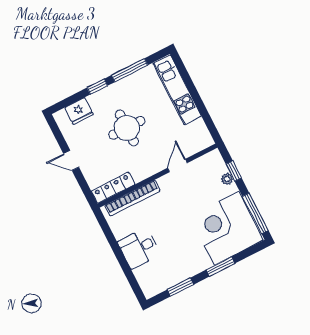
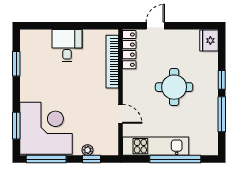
kitchen unit: (177, 90) -> (156, 146), moved
window: (194, 93) -> (175, 159), added
fridge: (79, 111) -> (209, 41), moved
door: (71, 160) -> (155, 26), moved
window: (221, 267) -> (16, 126), moved

